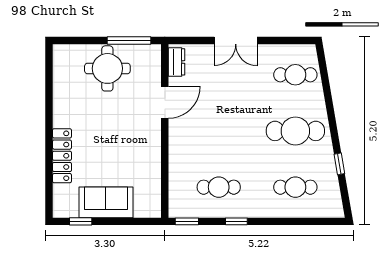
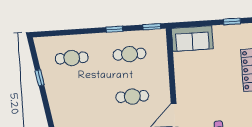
cafe table: (295, 131) -> (132, 97), moved, width x0.73, depth x0.74
sofa: (106, 202) -> (192, 39), moved

